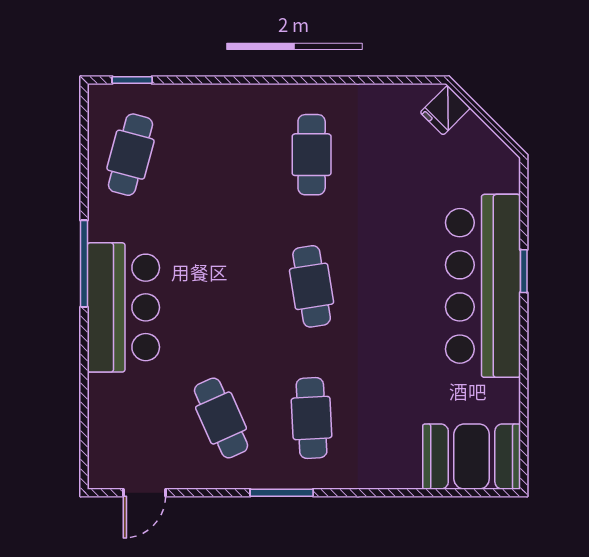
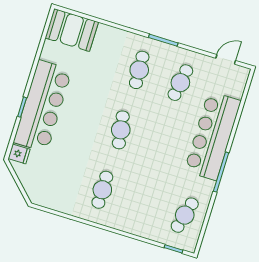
fridge: (445, 110) -> (19, 154), moved, turned 45
bar counter: (123, 307) -> (213, 136), width x1.36
cafe table: (221, 418) -> (180, 83), turned 33

